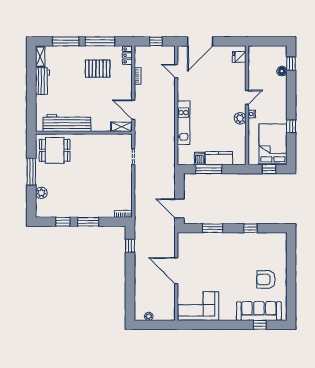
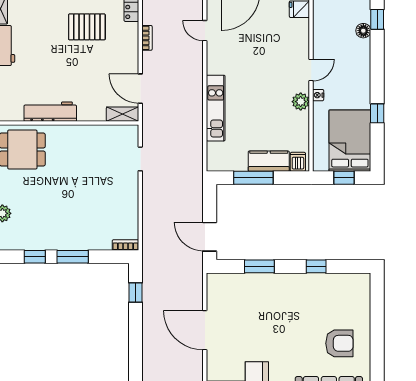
workbench: (67, 123) -> (50, 112), width x0.73, depth x0.76
dishwasher: (199, 158) -> (298, 162), moved
armchair: (266, 279) -> (339, 343), turned 180

